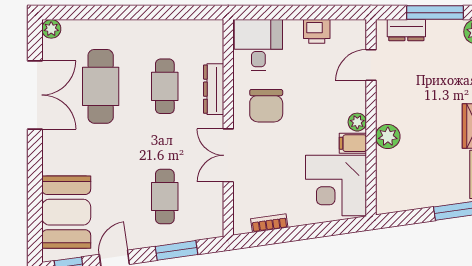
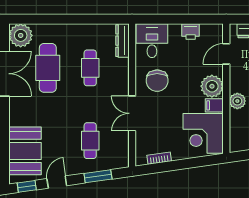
plant: (51, 29) -> (21, 35), width x1.88, depth x1.88
dresser: (214, 89) -> (122, 41), moved
plant: (357, 122) -> (212, 86), width x1.88, depth x1.88

